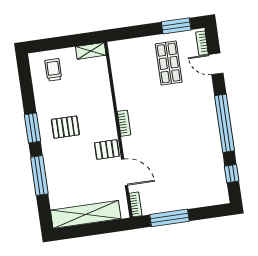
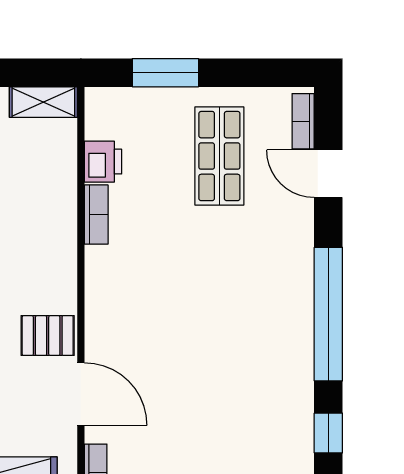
window: (176, 26) -> (165, 73), moved
printer: (120, 72) -> (103, 162), added
bookcase: (124, 123) -> (96, 215), moved

